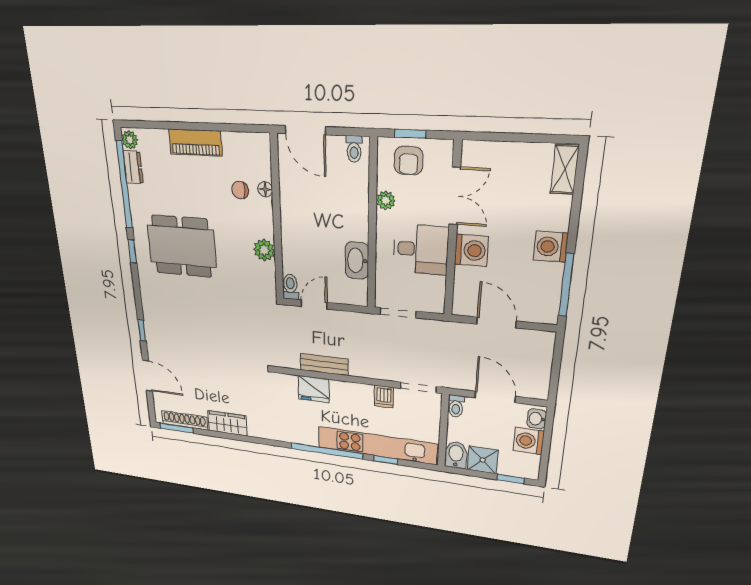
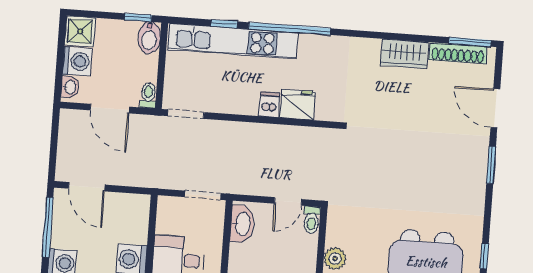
washbasin: (357, 261) -> (242, 224), moved
door: (496, 323) -> (87, 187), moved
window: (142, 330) -> (491, 165), width x1.50
bench: (324, 365) -> (283, 134), removed
dishwasher: (384, 397) -> (269, 104), moved
shower: (483, 460) -> (80, 31), moved
window: (511, 479) -> (138, 18), moved

